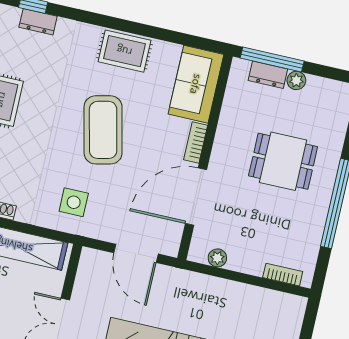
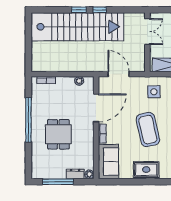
window: (272, 59) -> (58, 182), moved
plant: (296, 80) -> (89, 174), moved
dining table: (283, 161) -> (58, 134), turned 90

